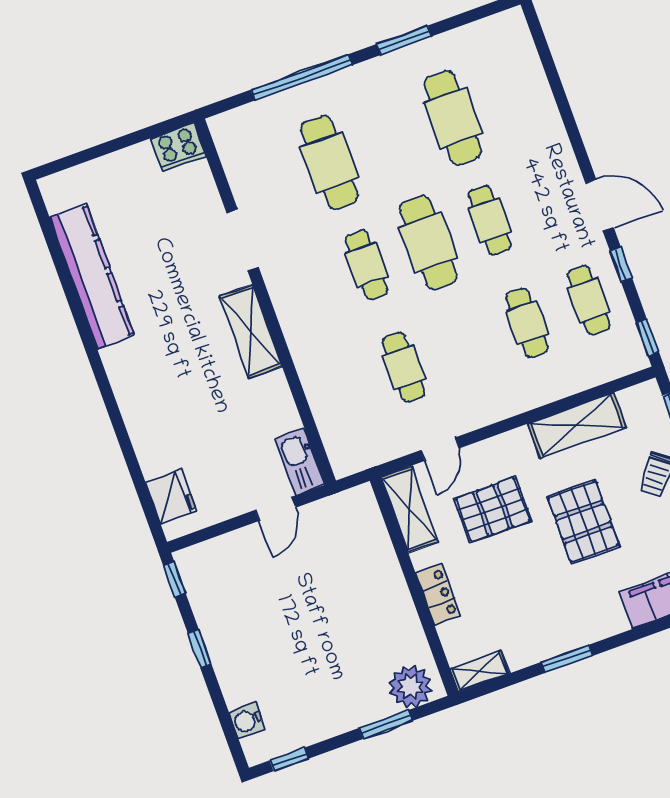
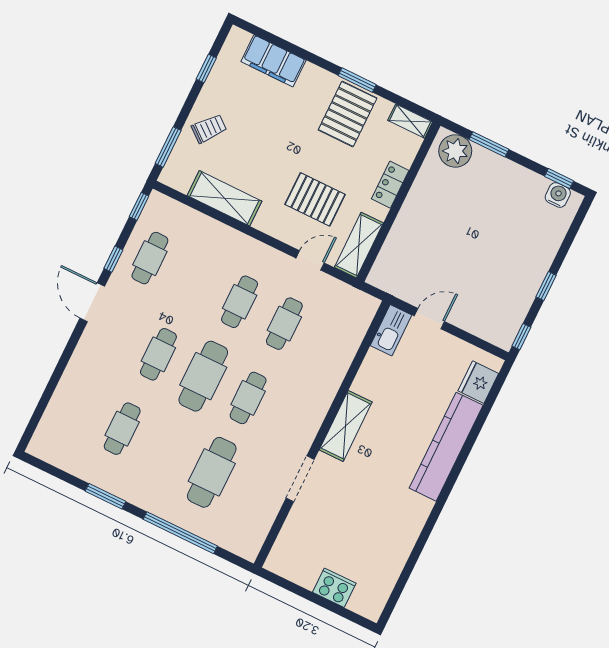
cafe table: (453, 118) -> (122, 429), width x0.73, depth x0.74
cooker: (178, 147) -> (334, 588), moved
kitchen counter: (92, 276) -> (446, 447), moved
cafe table: (527, 323) -> (240, 302), moved
pallet: (583, 522) -> (348, 114), moved
water cooler: (247, 721) -> (558, 195), moved, turned -90

